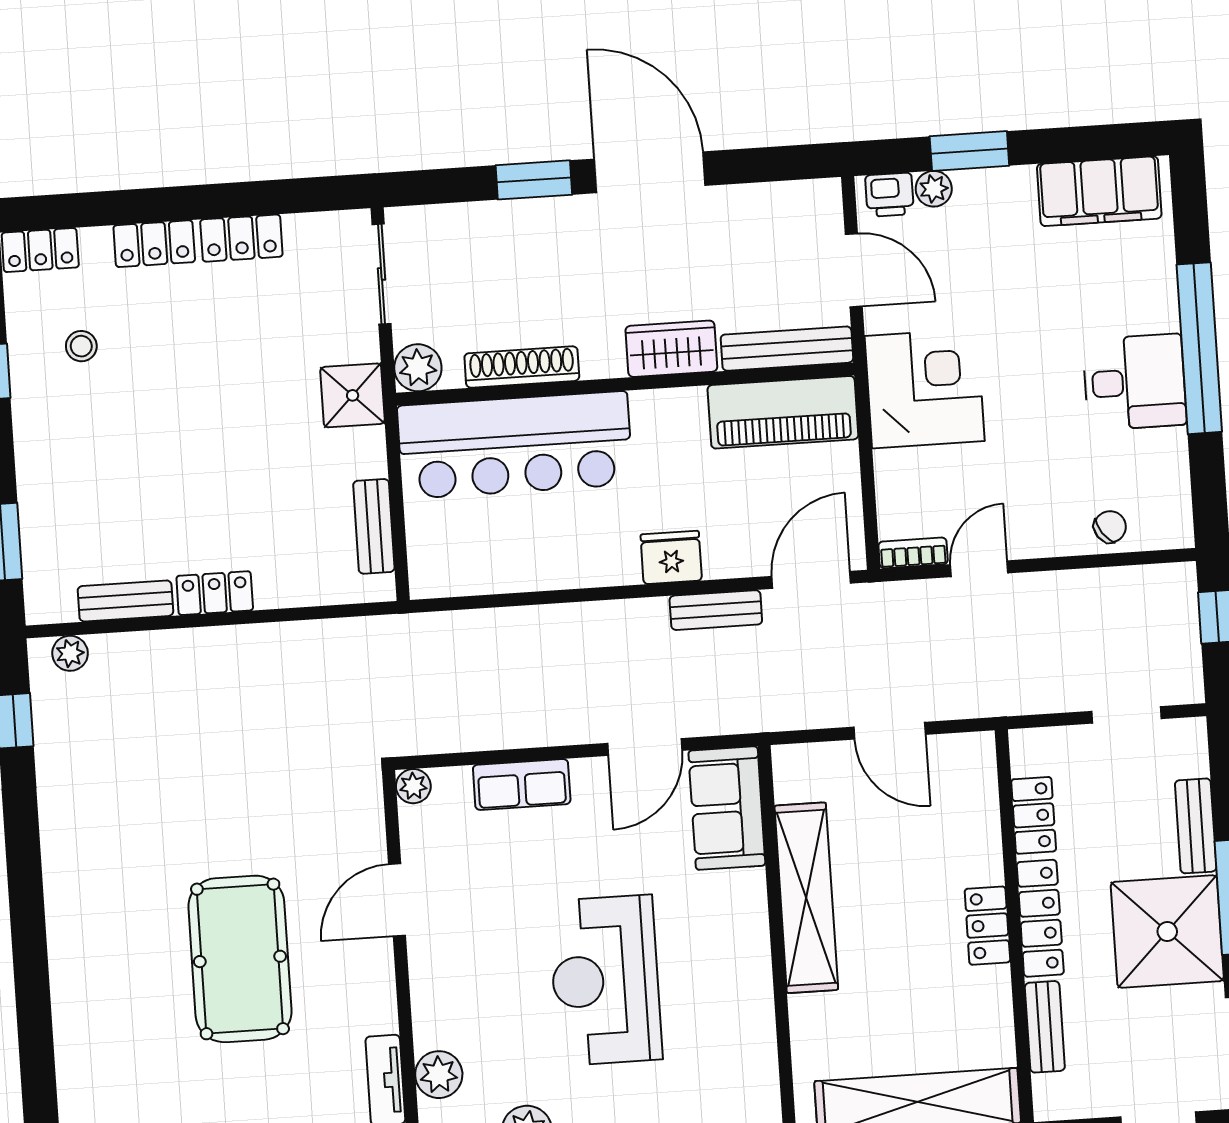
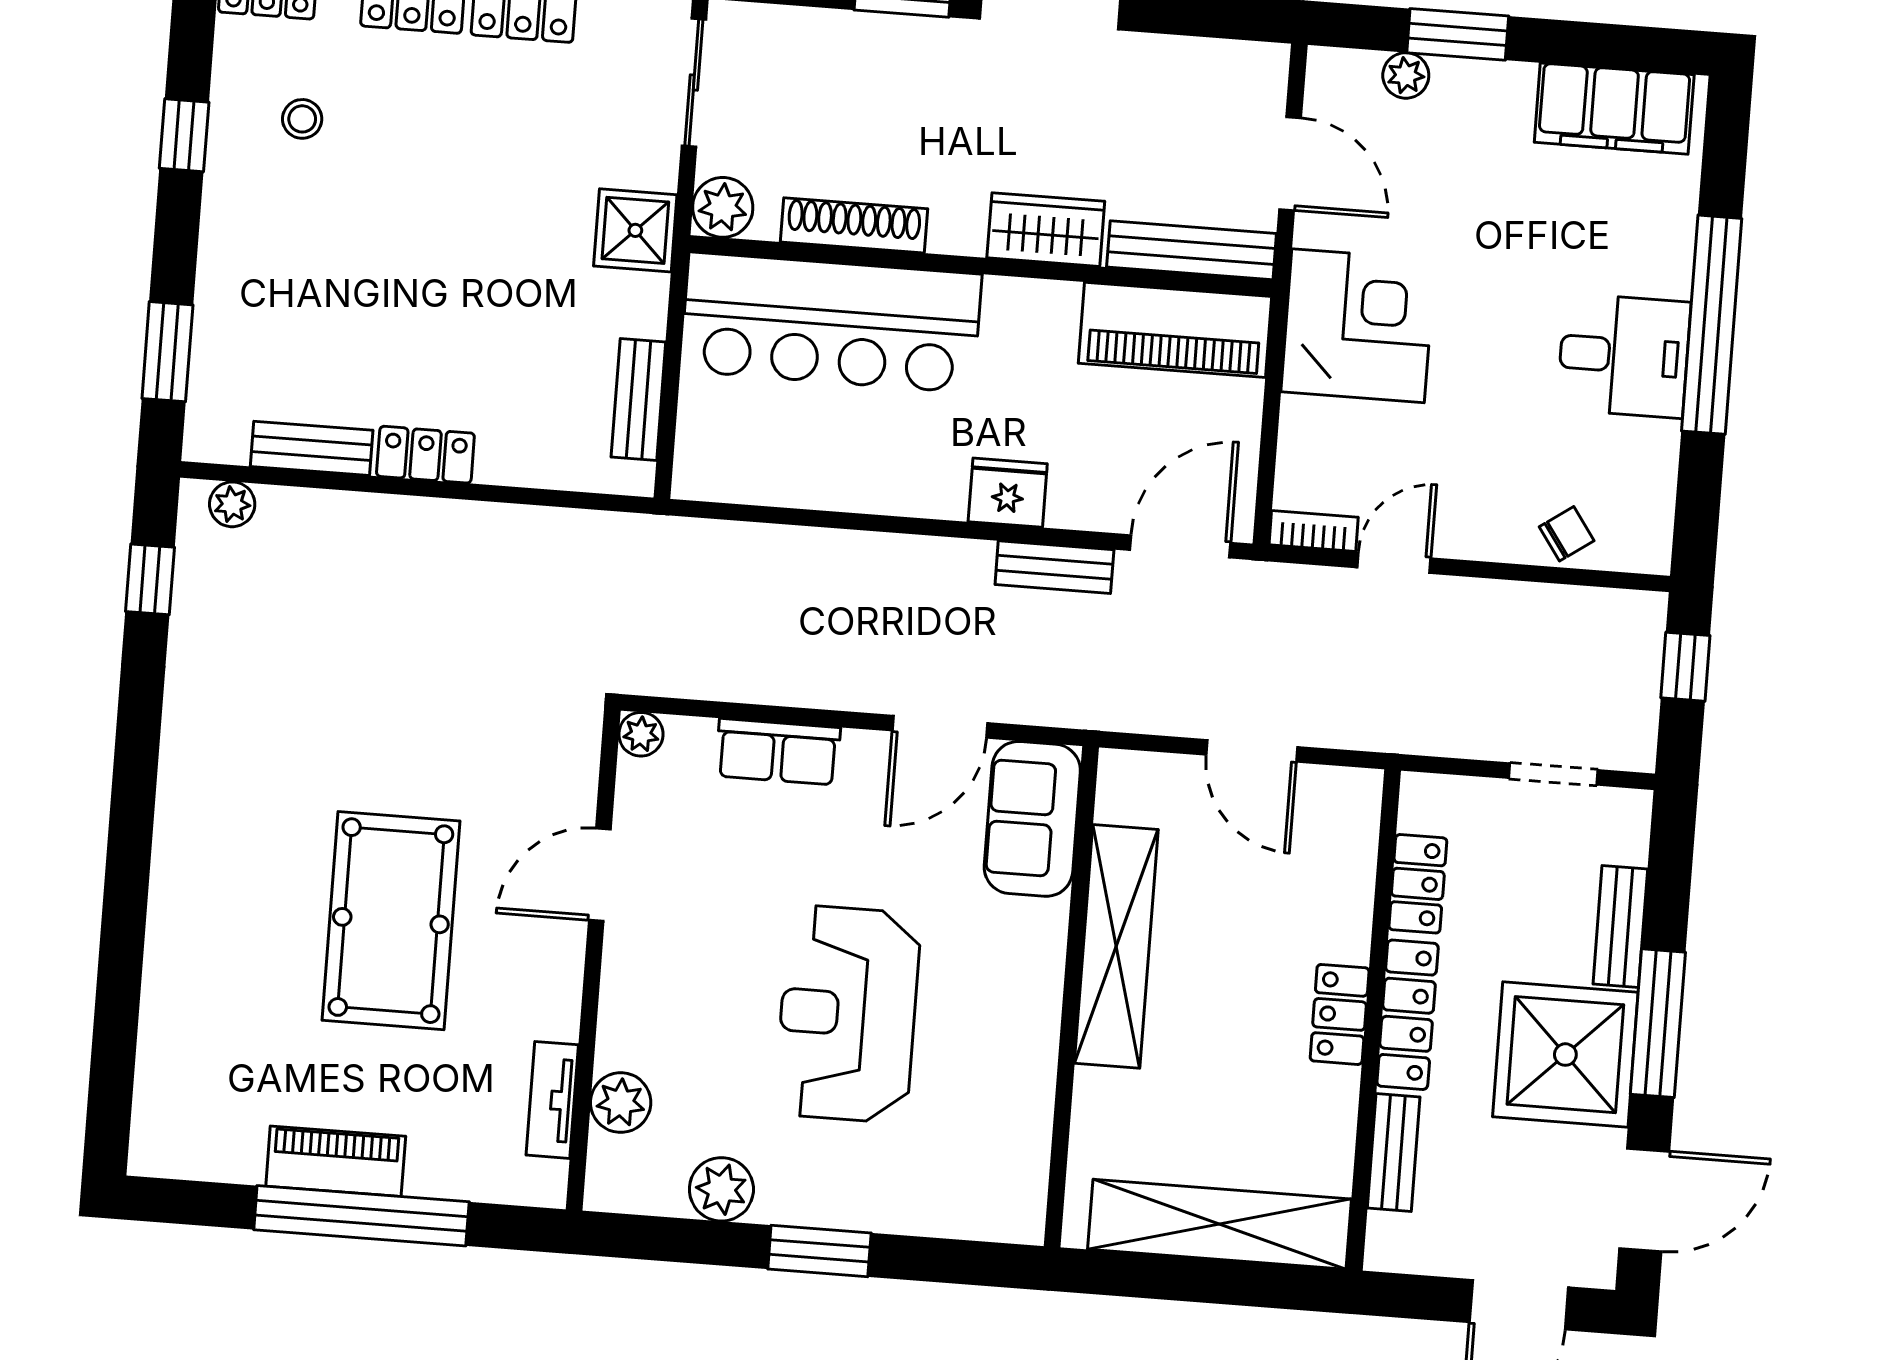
printer: (890, 195) -> (1349, 75), removed

